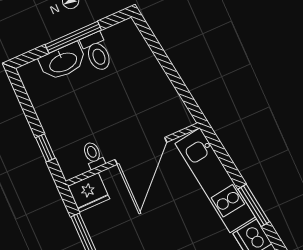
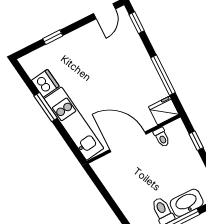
door: (141, 151) -> (128, 142), hinge flipped

